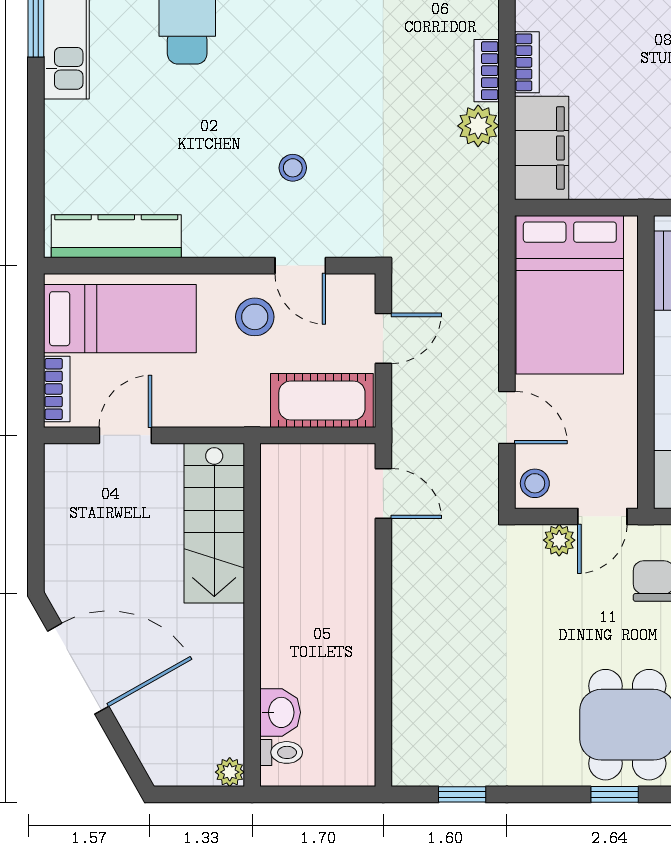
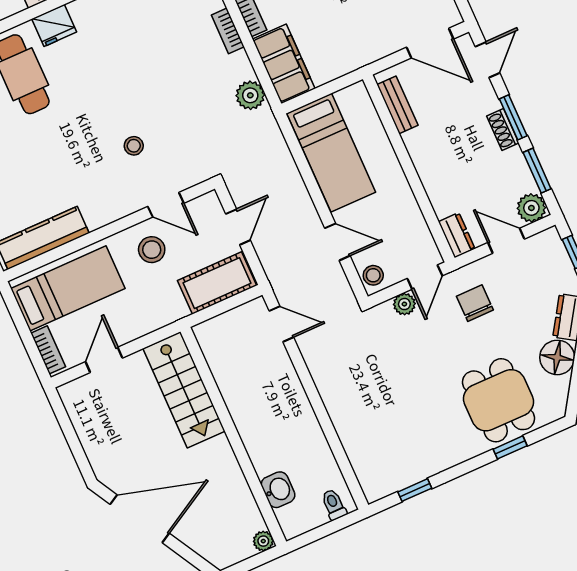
plant: (478, 126) -> (250, 95), moved
bed: (570, 295) -> (331, 153), width x0.67
toilet: (281, 752) -> (334, 505), moved, turned -90

